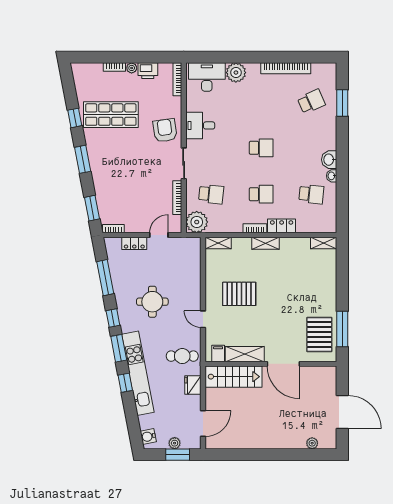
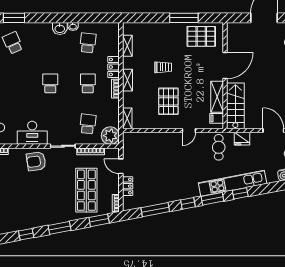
shop shelf: (111, 115) -> (86, 190), moved
desk: (200, 125) -> (32, 133), width x1.37
shelving: (324, 243) -> (127, 46), moved
trolley: (281, 287) -> (163, 67), added
round table: (152, 302) -> (175, 172), removed
window: (342, 329) -> (184, 18), moved

